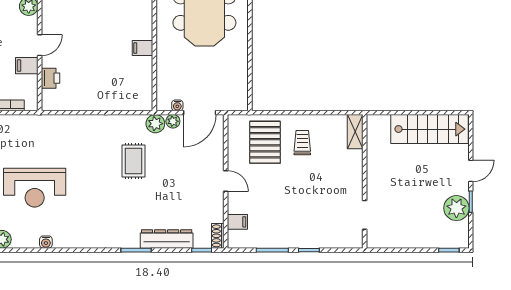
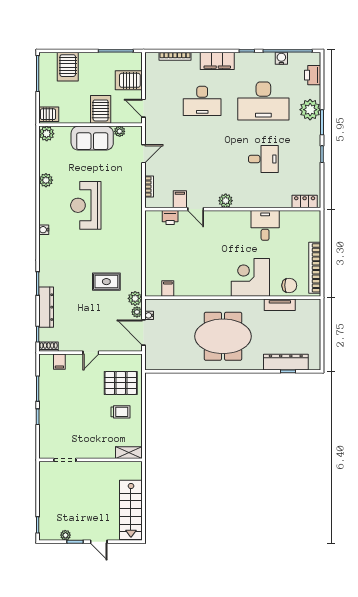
filing cabinet: (142, 48) -> (168, 288), moved
plant: (456, 208) -> (65, 535), width x0.53, depth x0.53
water cooler: (46, 242) -> (44, 230), moved

